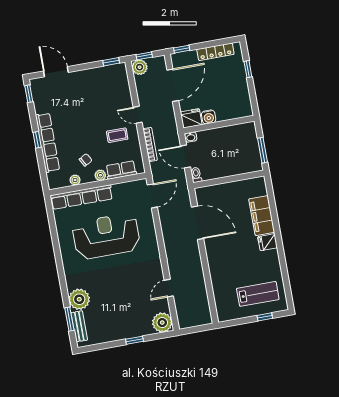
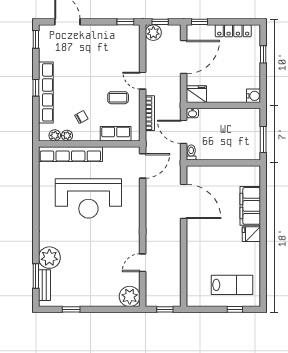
water cooler: (209, 117) -> (253, 96), moved, turned -90
plant: (100, 175) -> (55, 135), moved
reception desk: (106, 236) -> (88, 198), turned 180
window: (198, 329) -> (165, 309), added
window: (134, 340) -> (71, 309), moved

